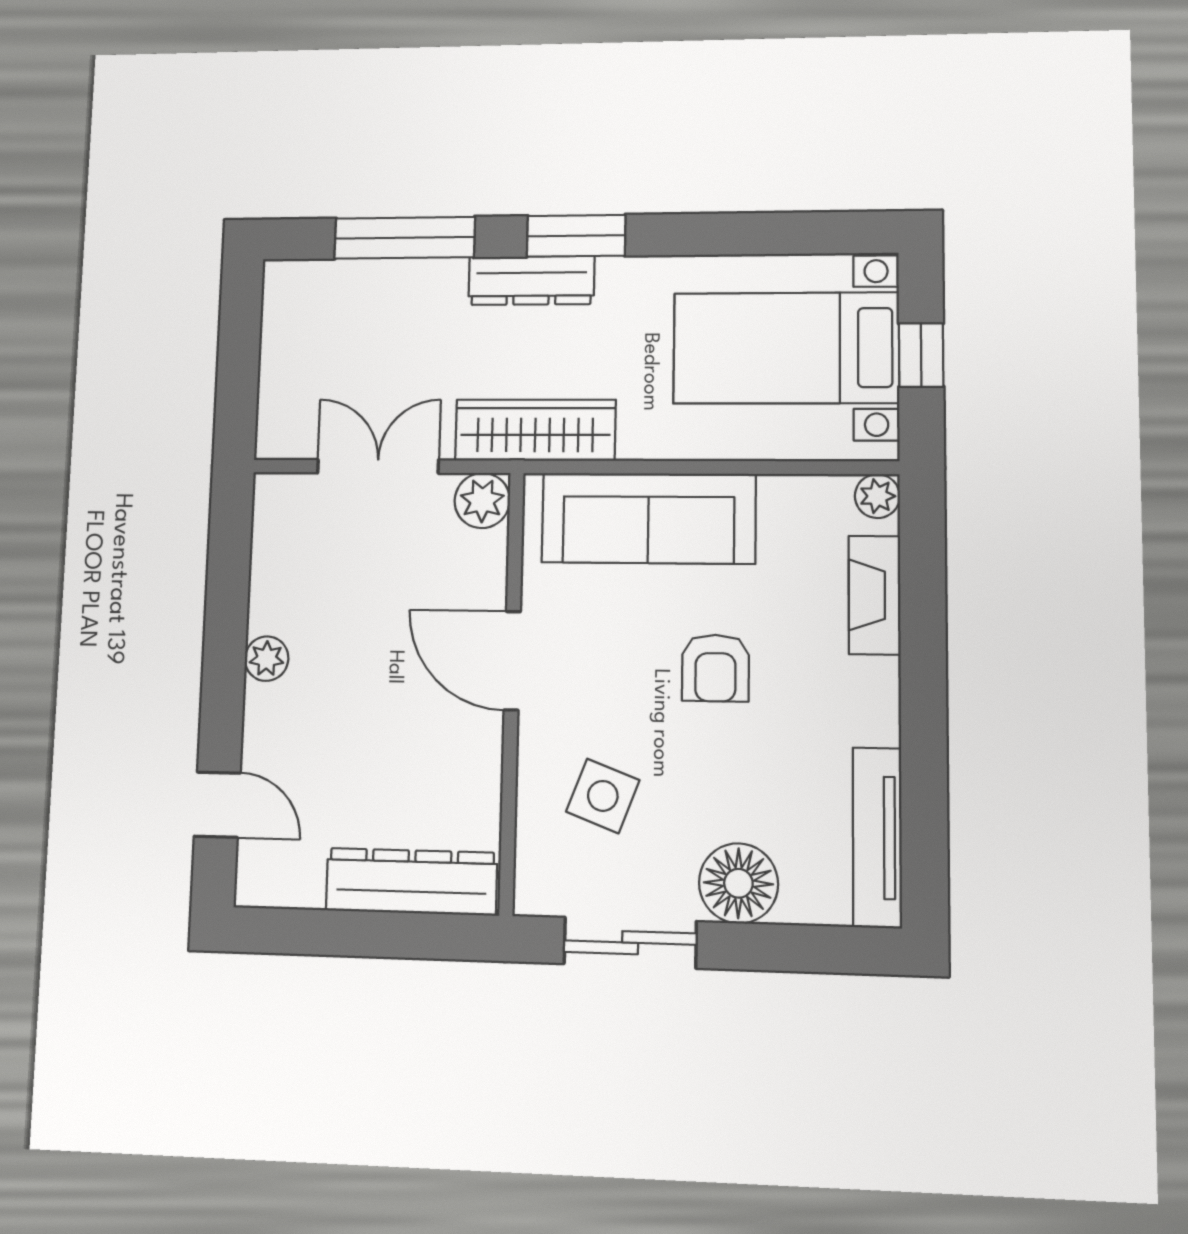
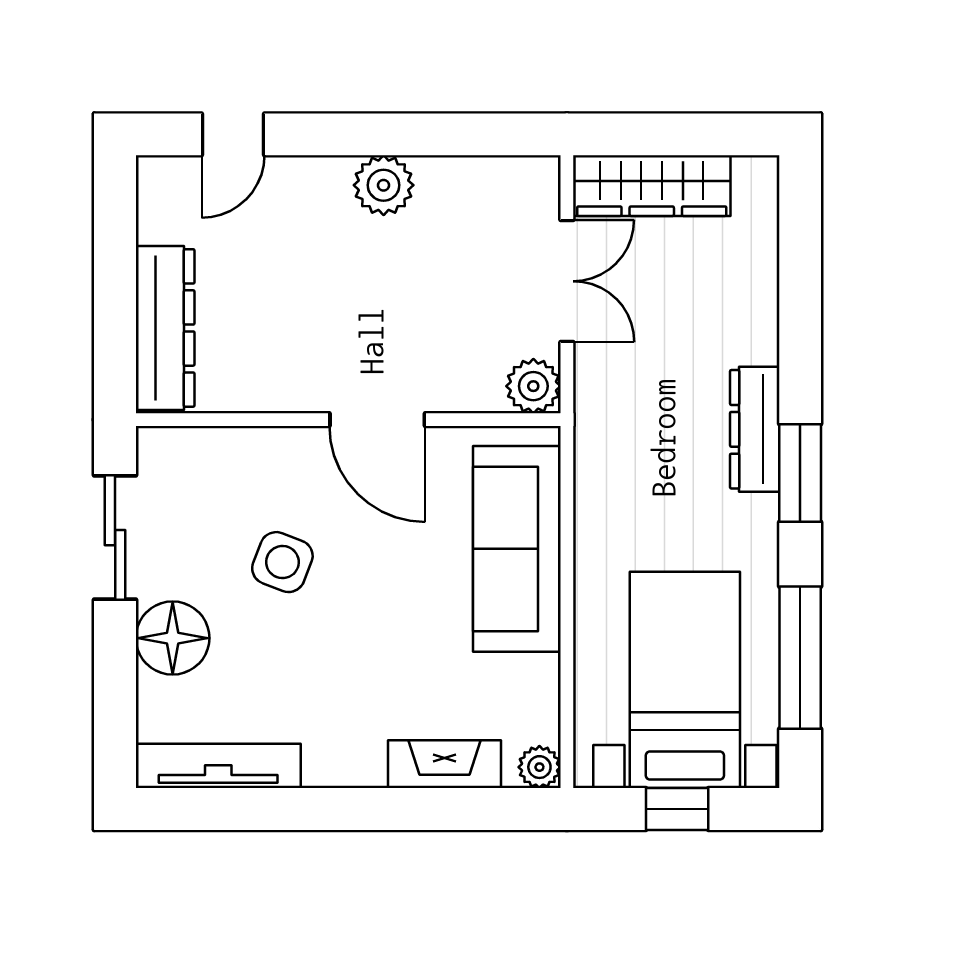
window: (405, 238) -> (800, 658), moved
wardrobe: (535, 430) -> (652, 186), moved, turned 90
plant: (267, 659) -> (384, 185), width x1.38, depth x1.38
door: (512, 661) -> (377, 420), swing flipped
armchair: (715, 668) -> (373, 615), removed
side table: (603, 796) -> (282, 562), moved

